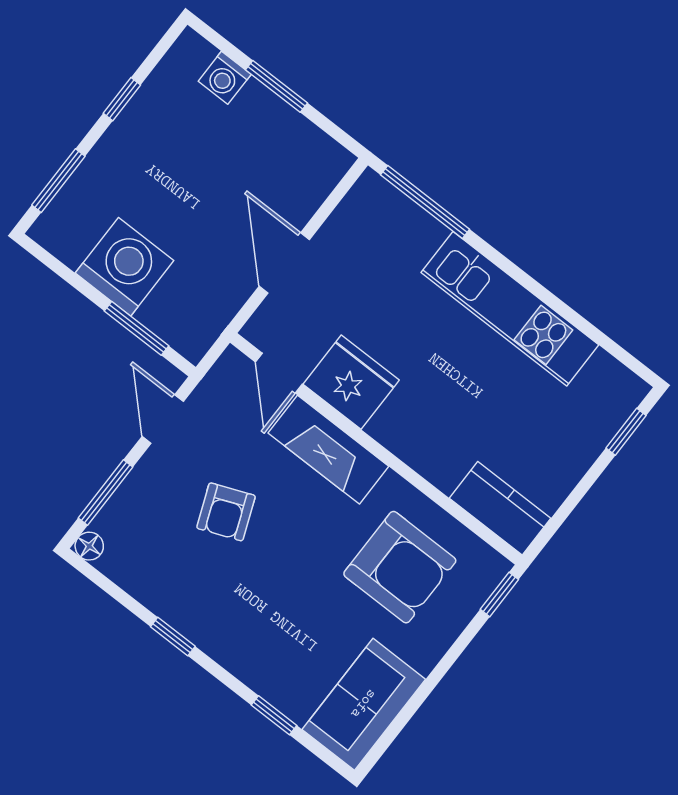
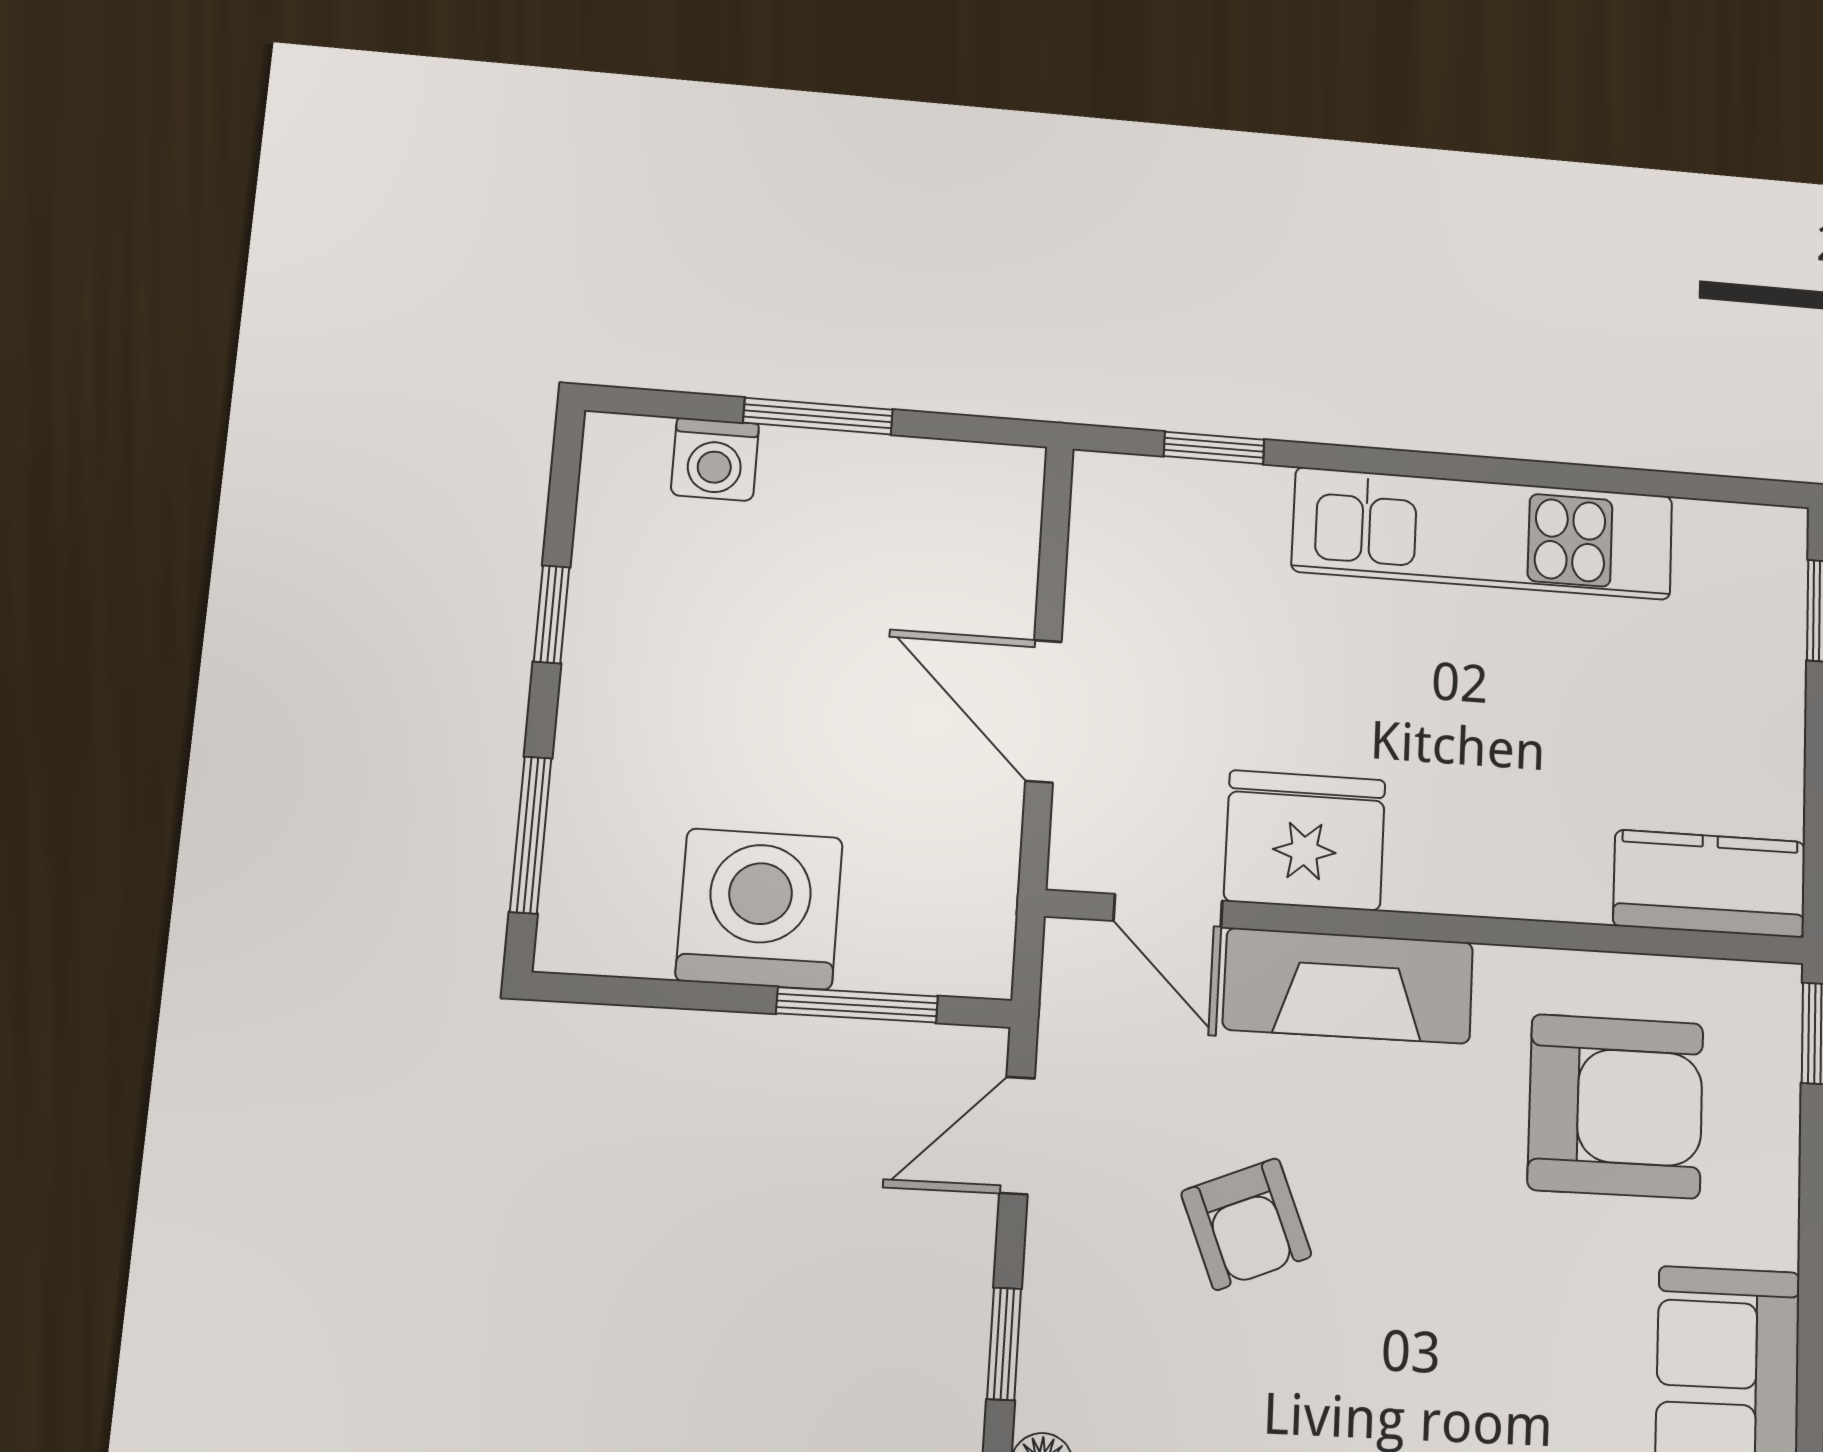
window: (425, 202) -> (1214, 448), width x0.46
door: (163, 419) -> (1017, 1136), hinge flipped
window: (106, 493) -> (1004, 1344), width x0.67

